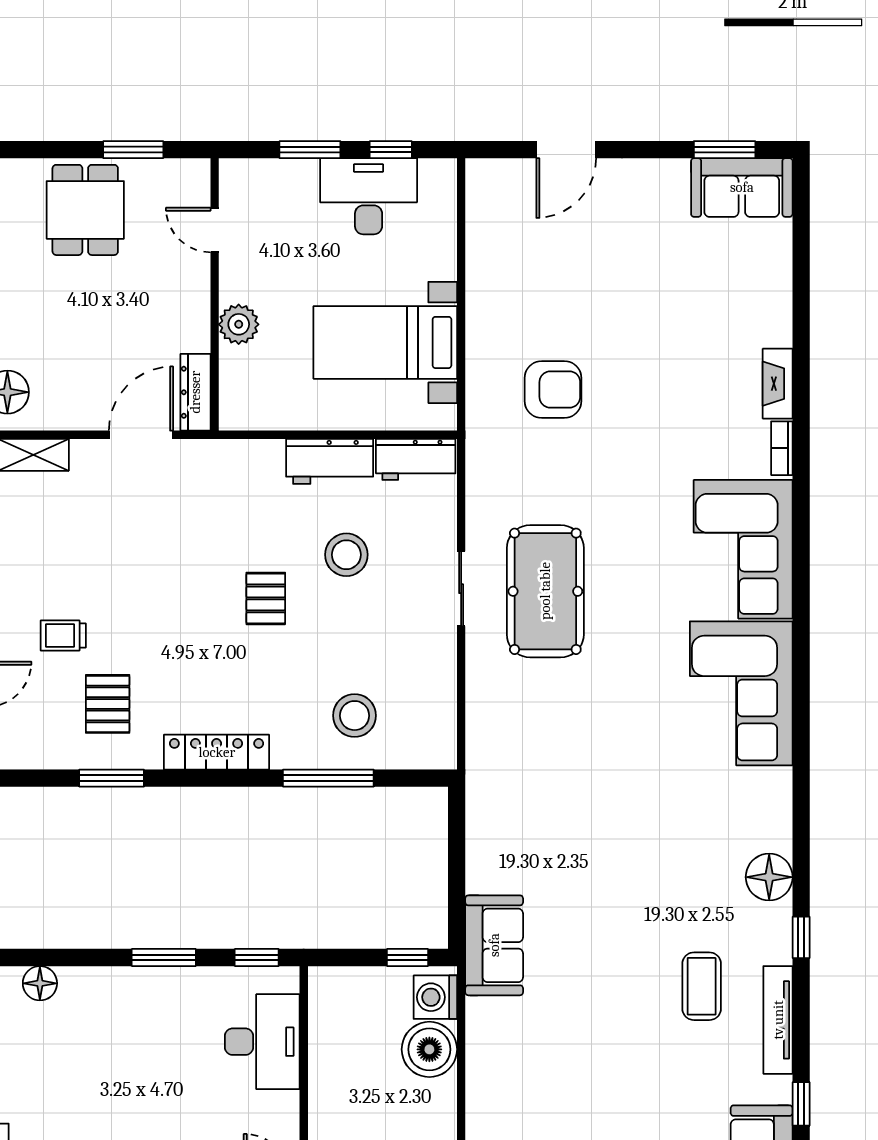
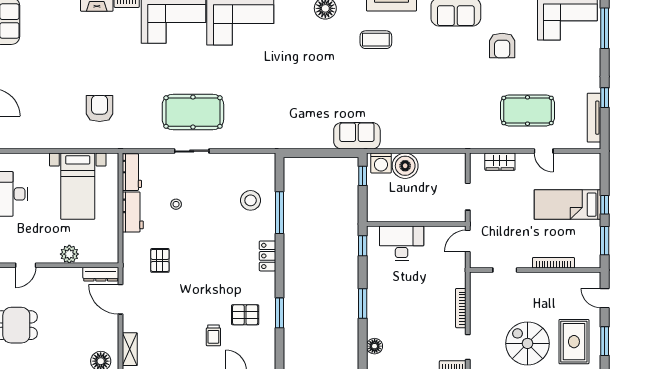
stool: (346, 555) -> (176, 204), width x0.53, depth x0.53
pallet: (266, 598) -> (160, 260), moved, turned 90
locker: (217, 752) -> (267, 256), width x0.66
window: (164, 958) -> (363, 304), moved

